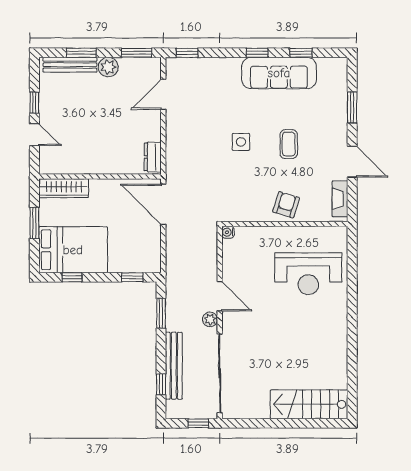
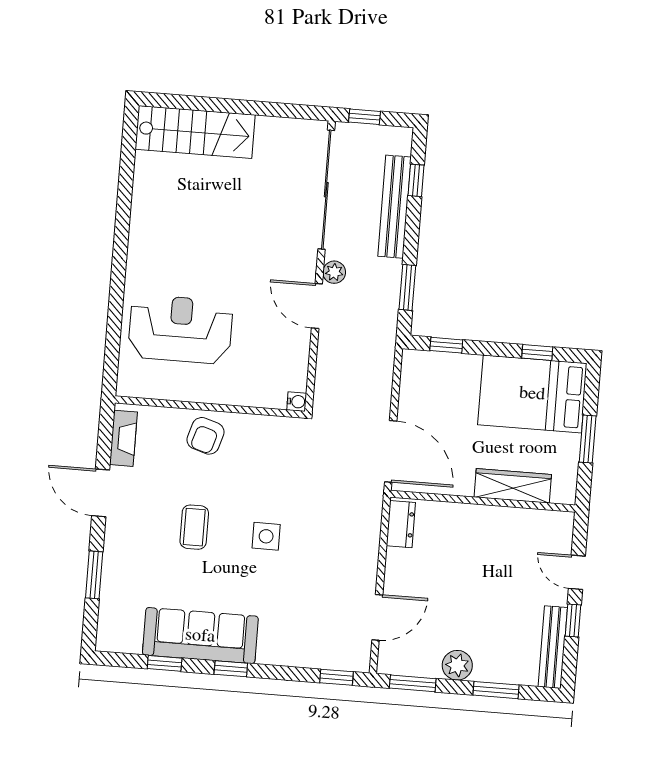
bench: (70, 65) -> (553, 647), moved, turned 90
wardrobe: (64, 188) -> (513, 486), moved

